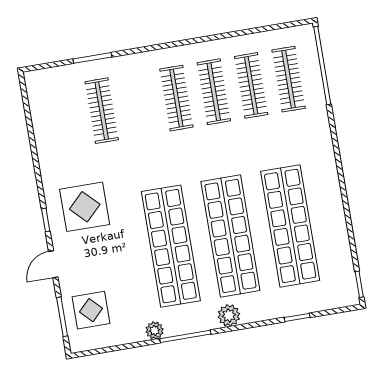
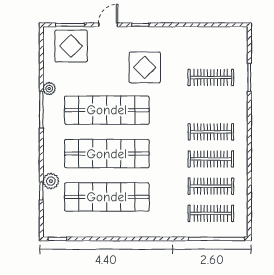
display table: (85, 207) -> (145, 67), moved
door: (53, 264) -> (108, 25), hinge flipped
display table: (91, 310) -> (71, 46), width x1.36, depth x1.36
plant: (229, 315) -> (51, 181), moved

